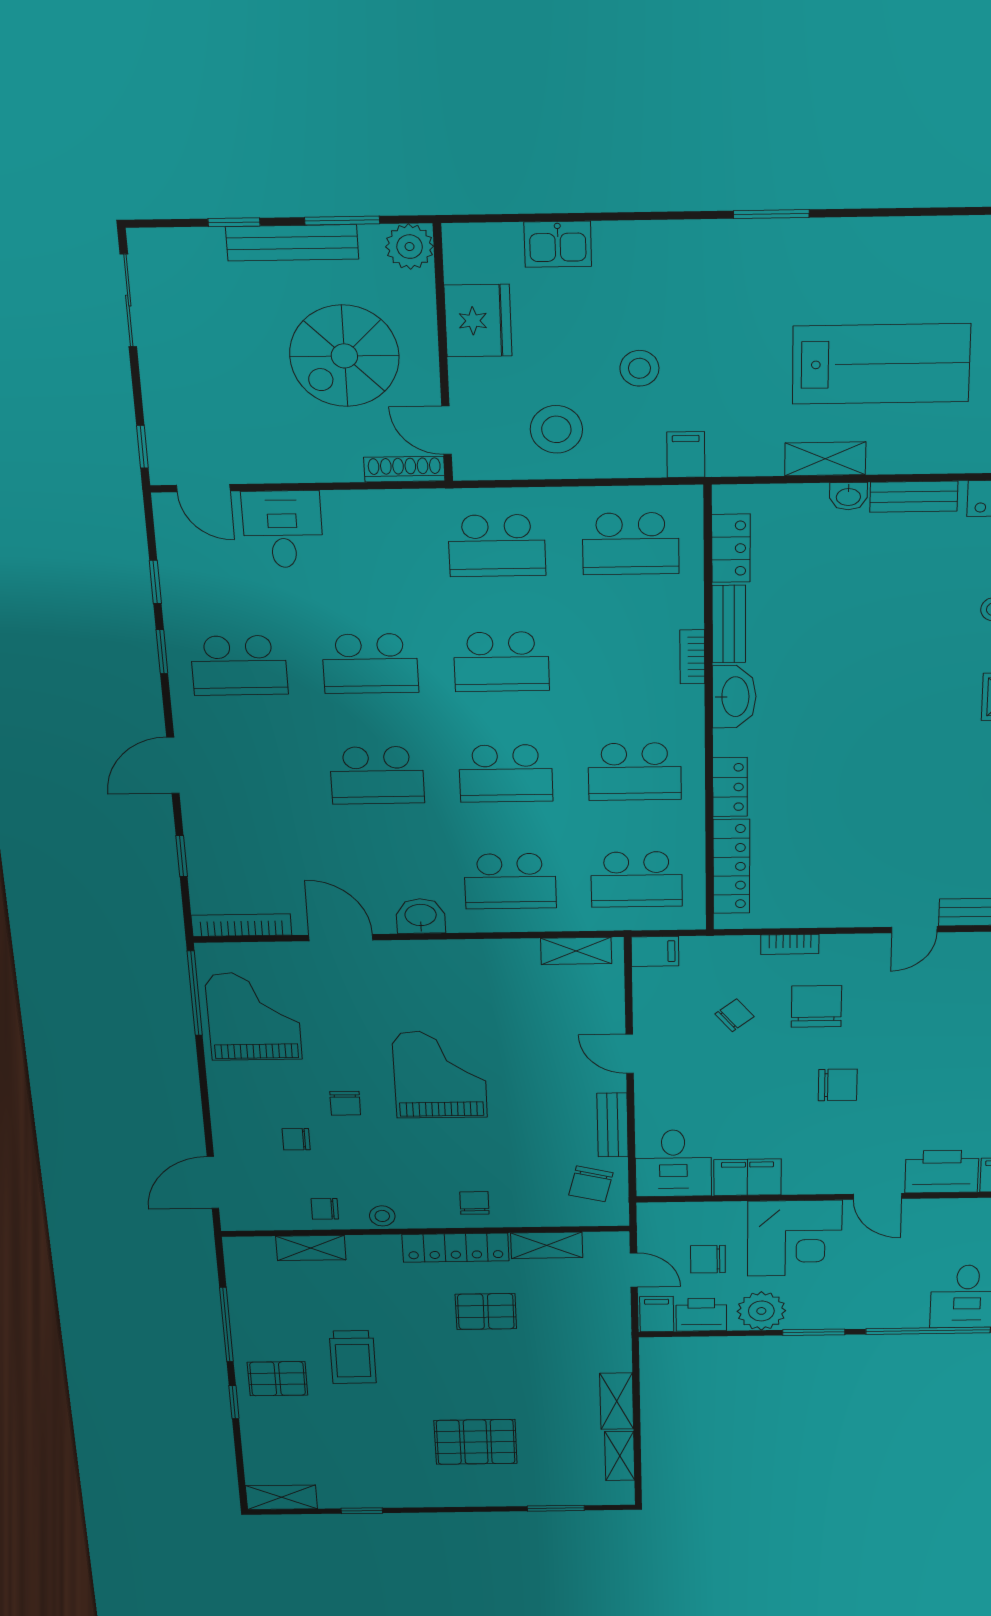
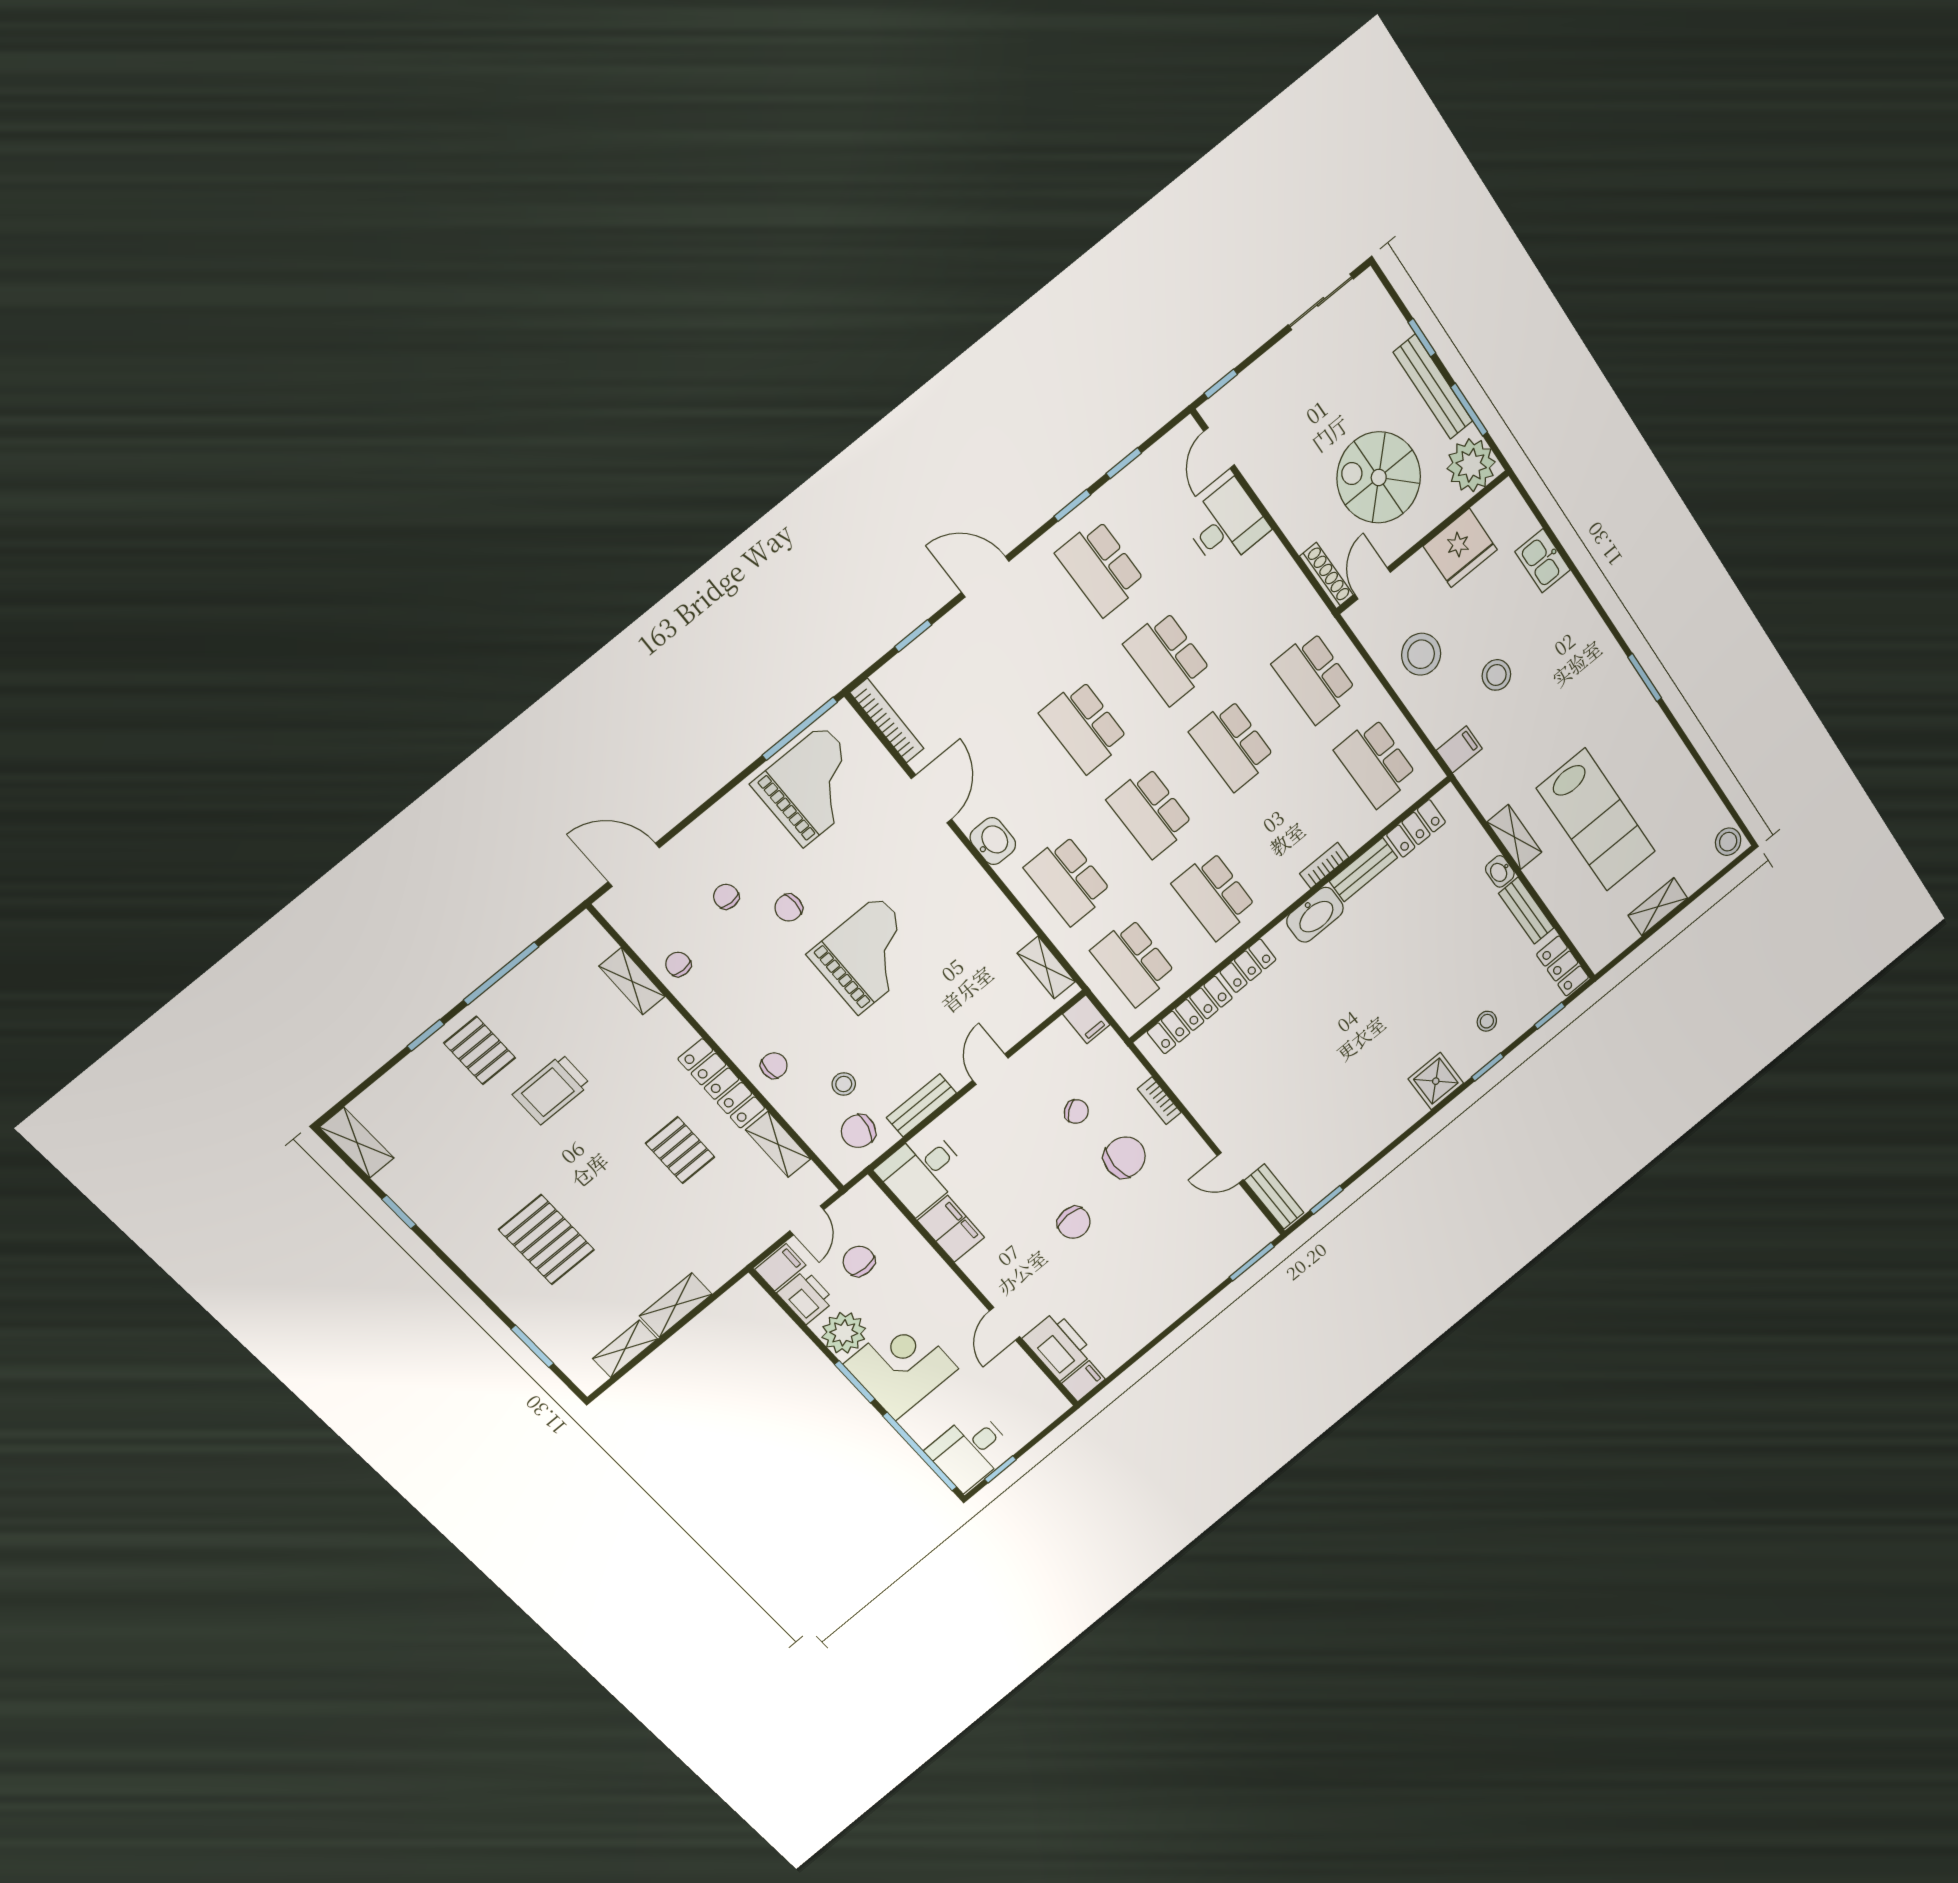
plant: (410, 247) -> (1471, 465), width x1.36, depth x1.36
stool: (382, 1216) -> (844, 1084), moved
corner desk: (795, 1238) -> (901, 1366), moved, turned 180

